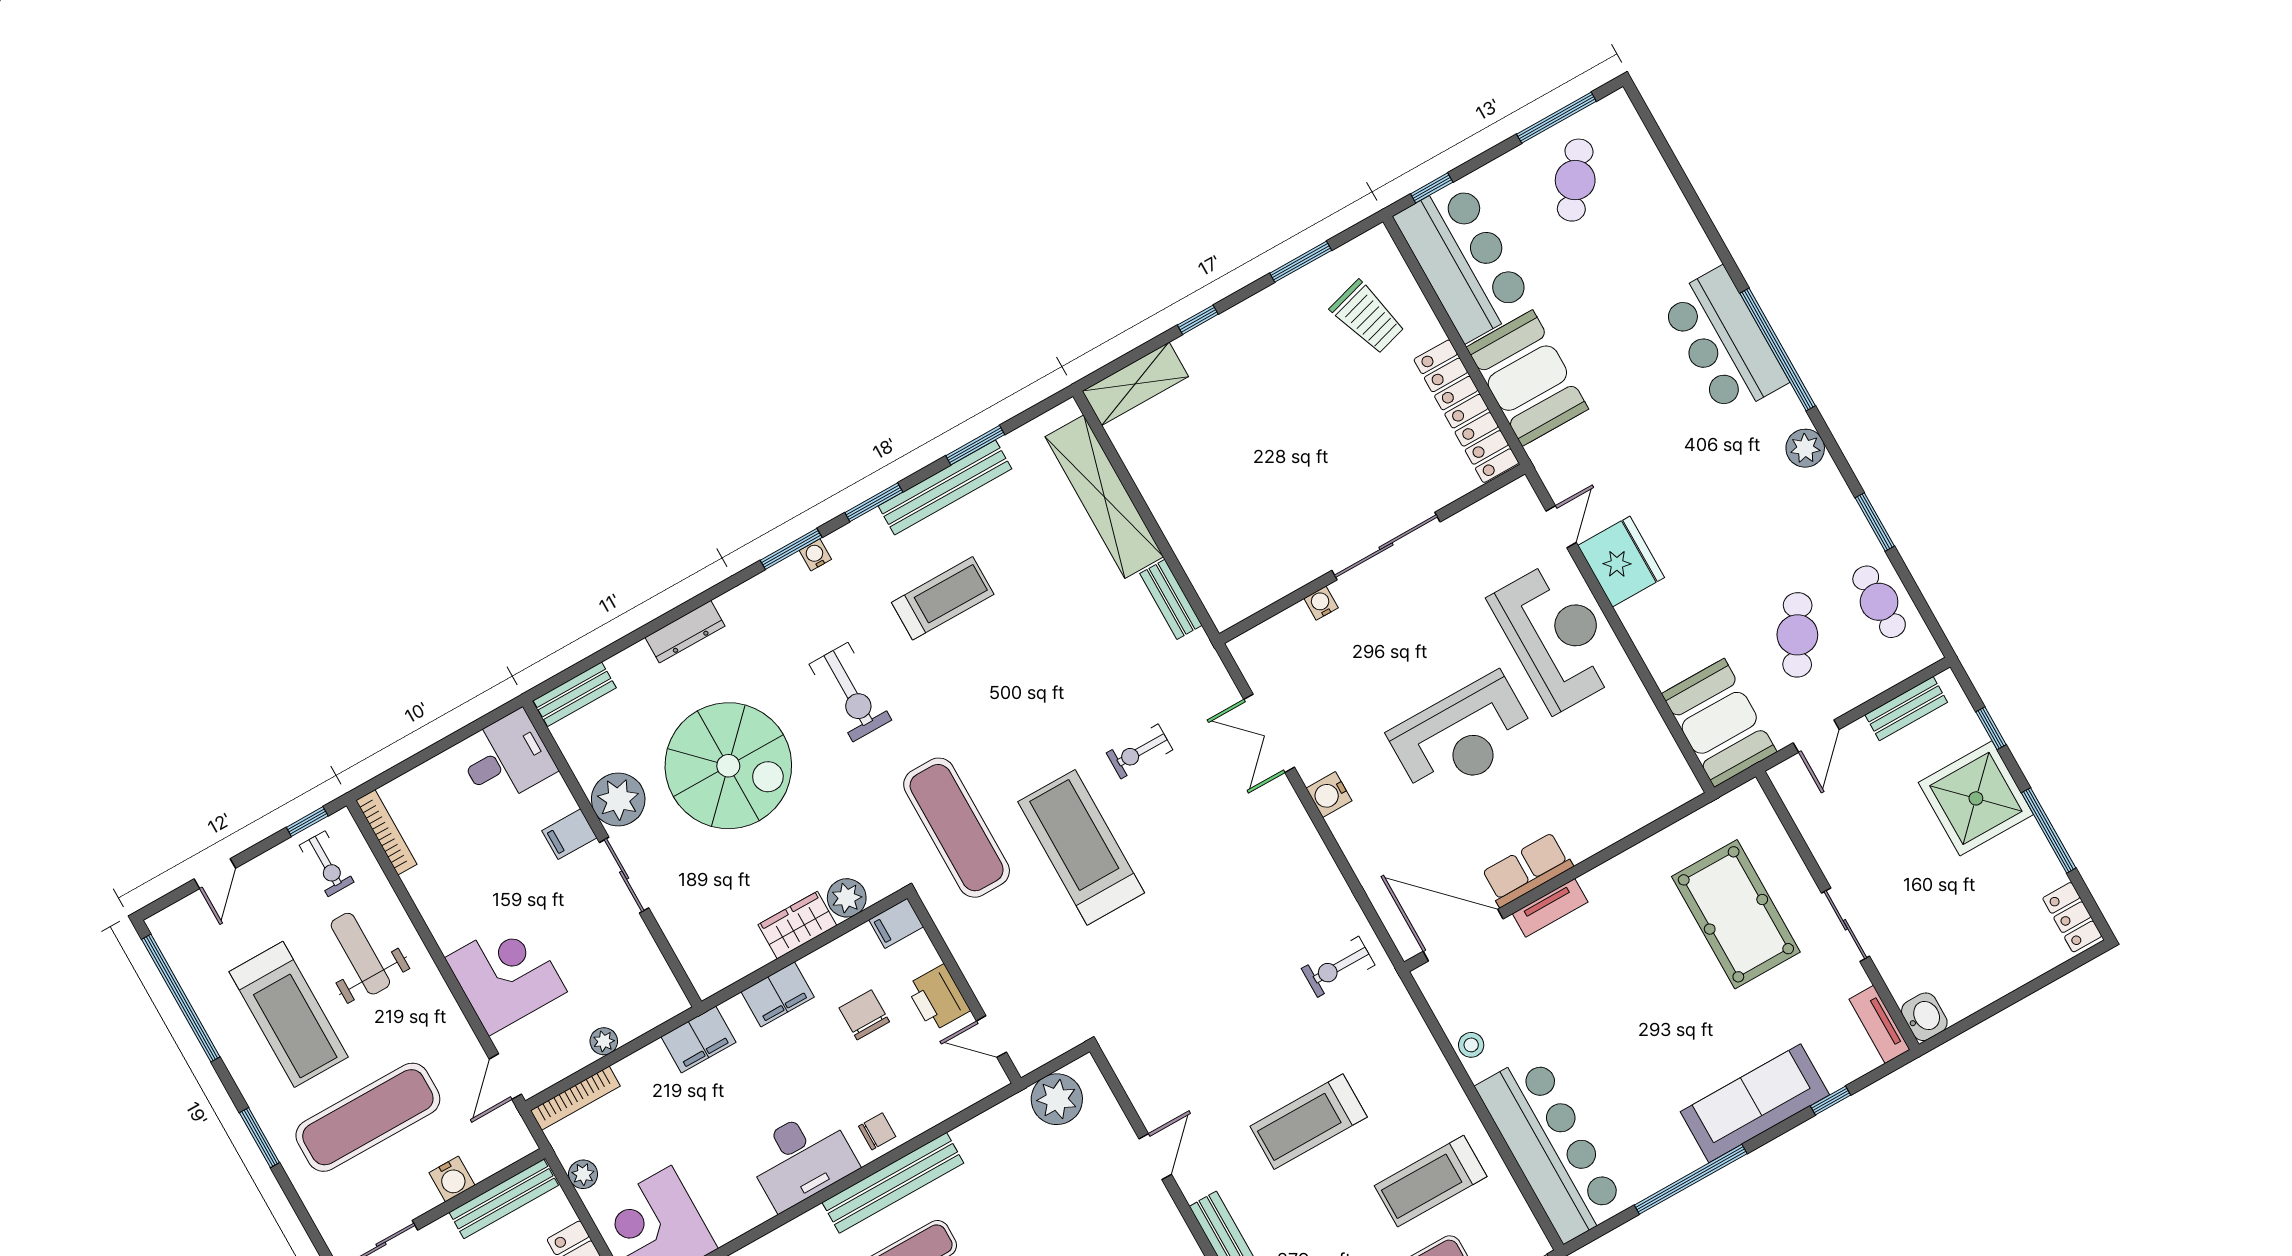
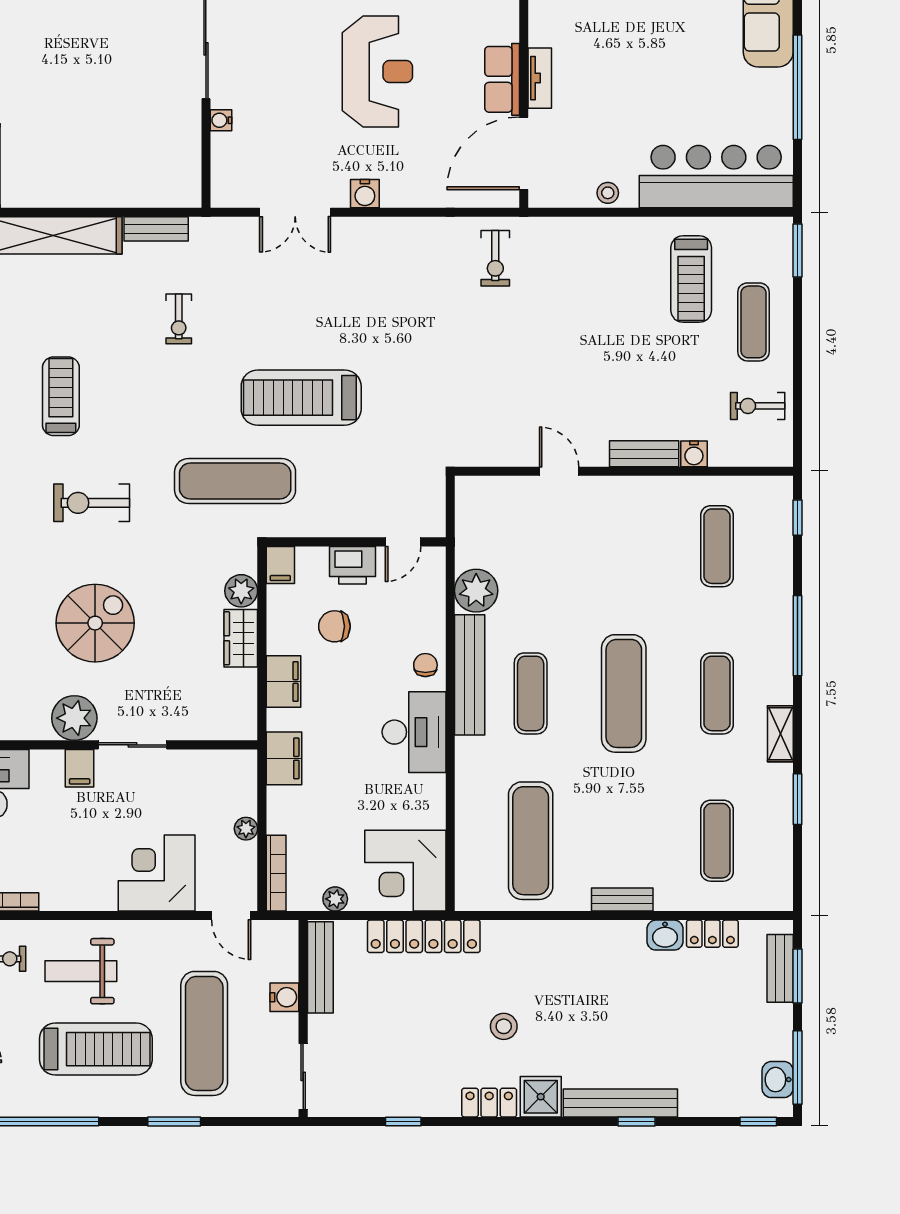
exercise bike: (850, 692) -> (92, 503), turned 180
exercise bike: (1139, 751) -> (179, 319), moved
spiral stairs: (728, 766) -> (95, 623), width x0.73, depth x0.73
plant: (1057, 1099) -> (476, 591), moved
treadmill: (1309, 1122) -> (597, 344), removed

